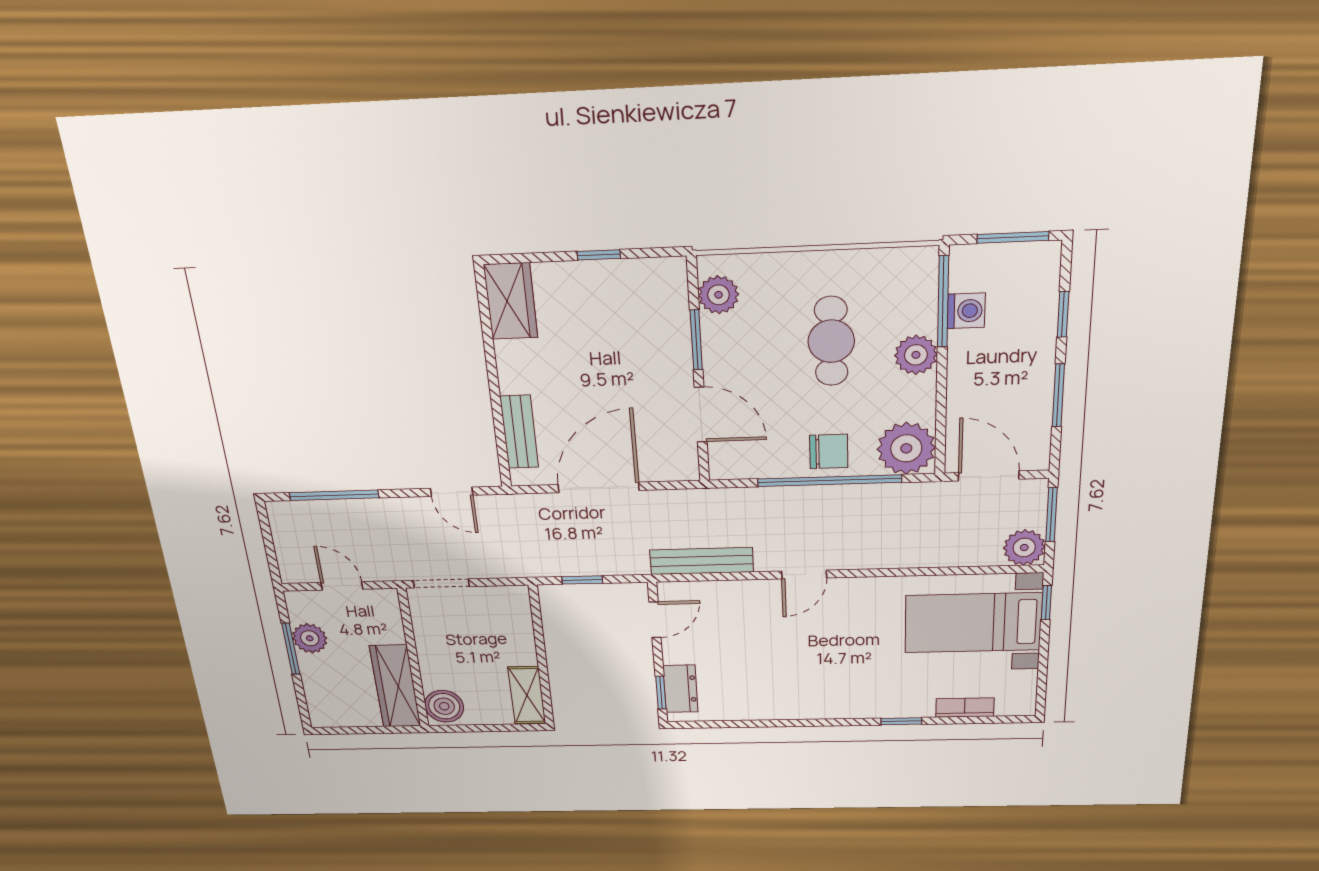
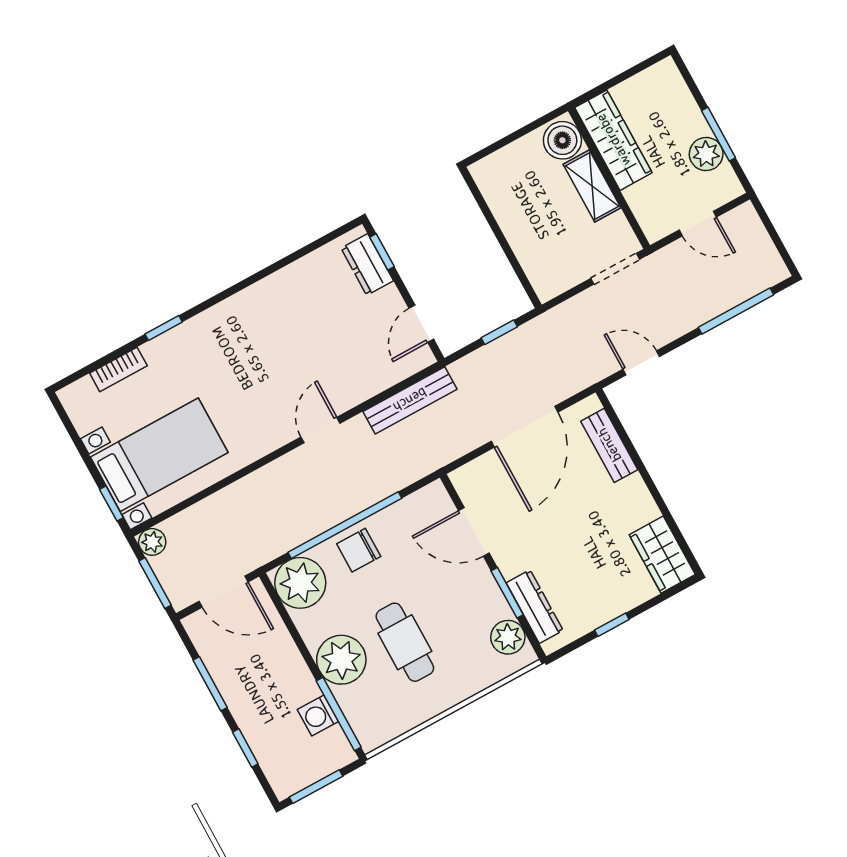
dresser: (674, 312) -> (535, 607), added
plant: (916, 355) -> (341, 660), width x1.36, depth x1.36
plant: (1024, 548) -> (152, 542), width x0.73, depth x0.73
shelving: (527, 695) -> (592, 186), moved

